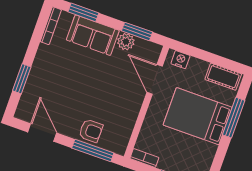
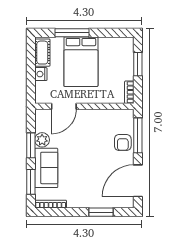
window: (137, 31) -> (31, 145), moved
nightstand: (180, 60) -> (41, 74), moved
armchair: (91, 131) -> (123, 142), turned 180
door: (42, 132) -> (138, 181), width x1.36

